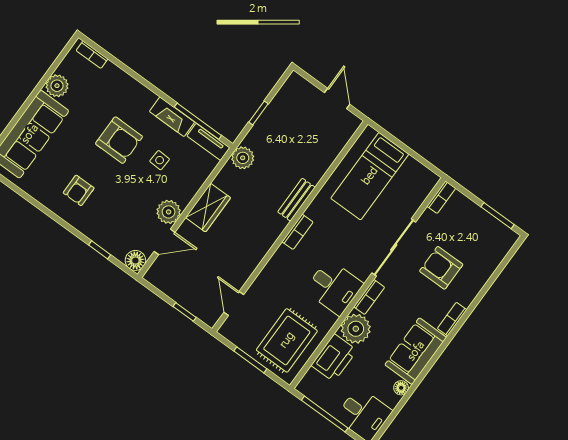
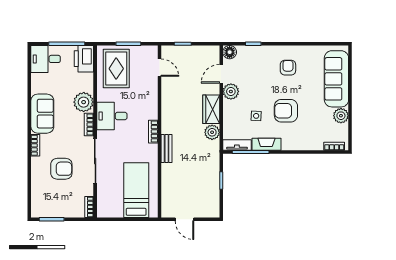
plant: (243, 158) -> (212, 132), moved
printer: (334, 358) -> (84, 59), moved
floor lamp: (401, 388) -> (36, 88), removed

